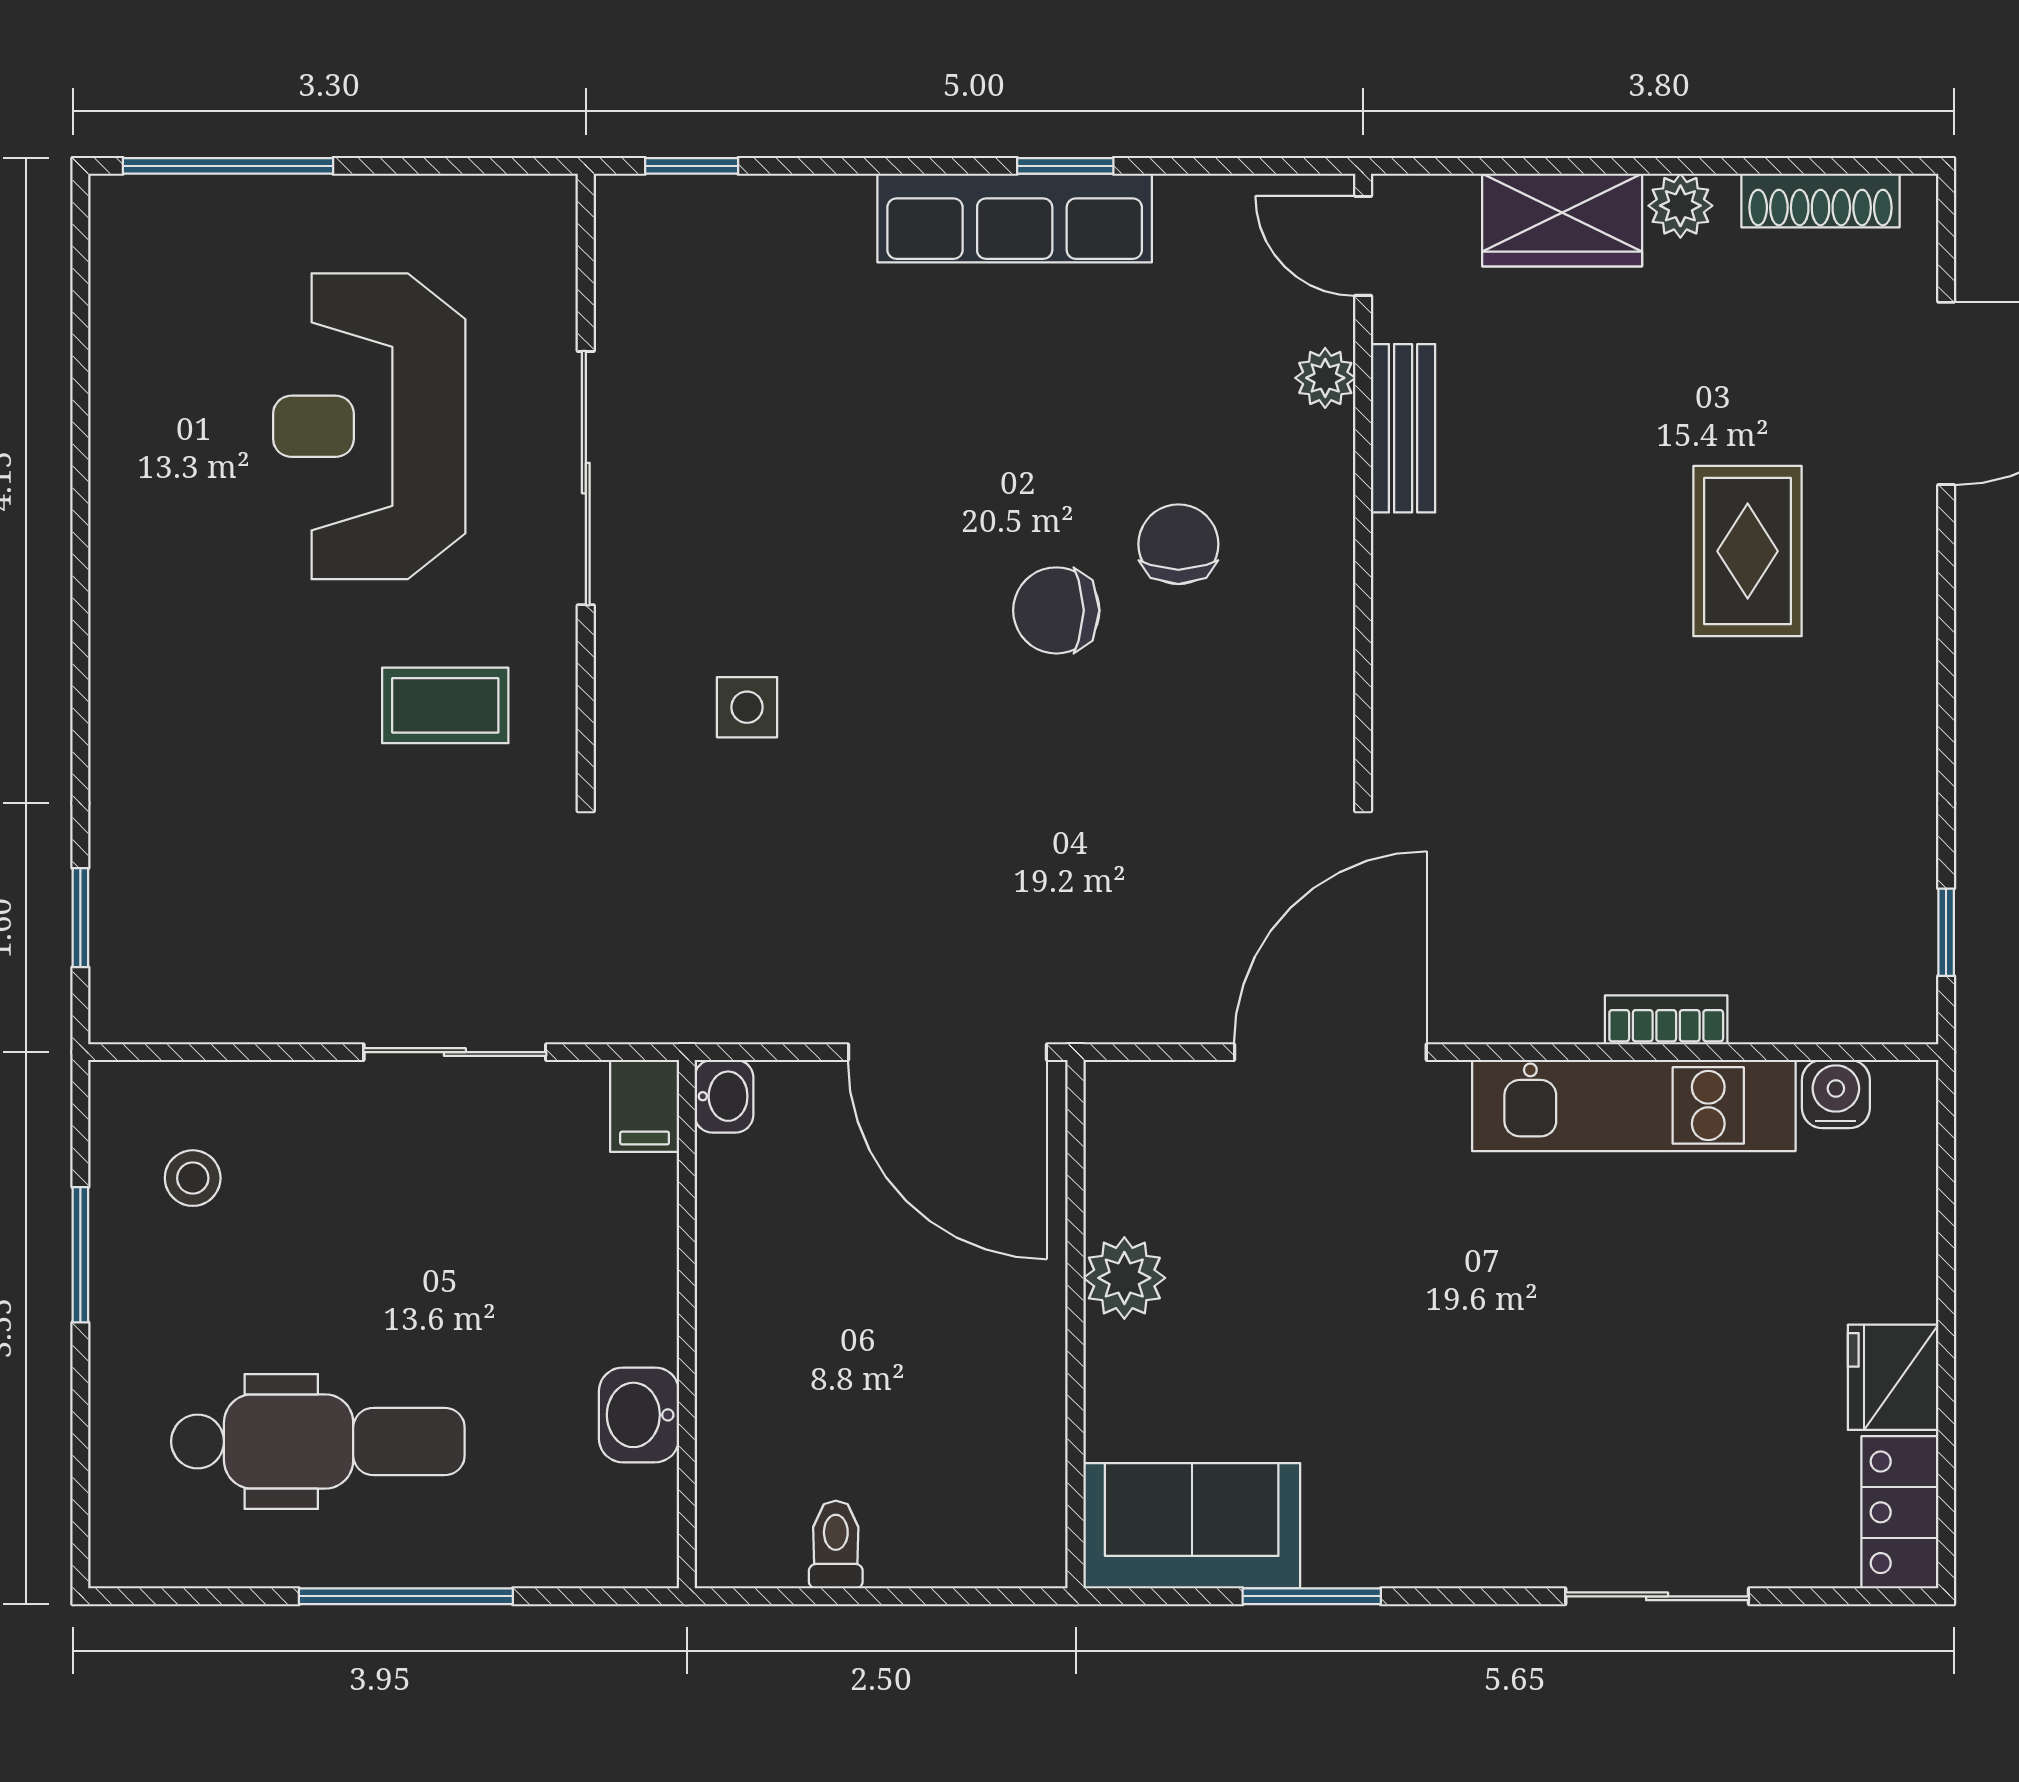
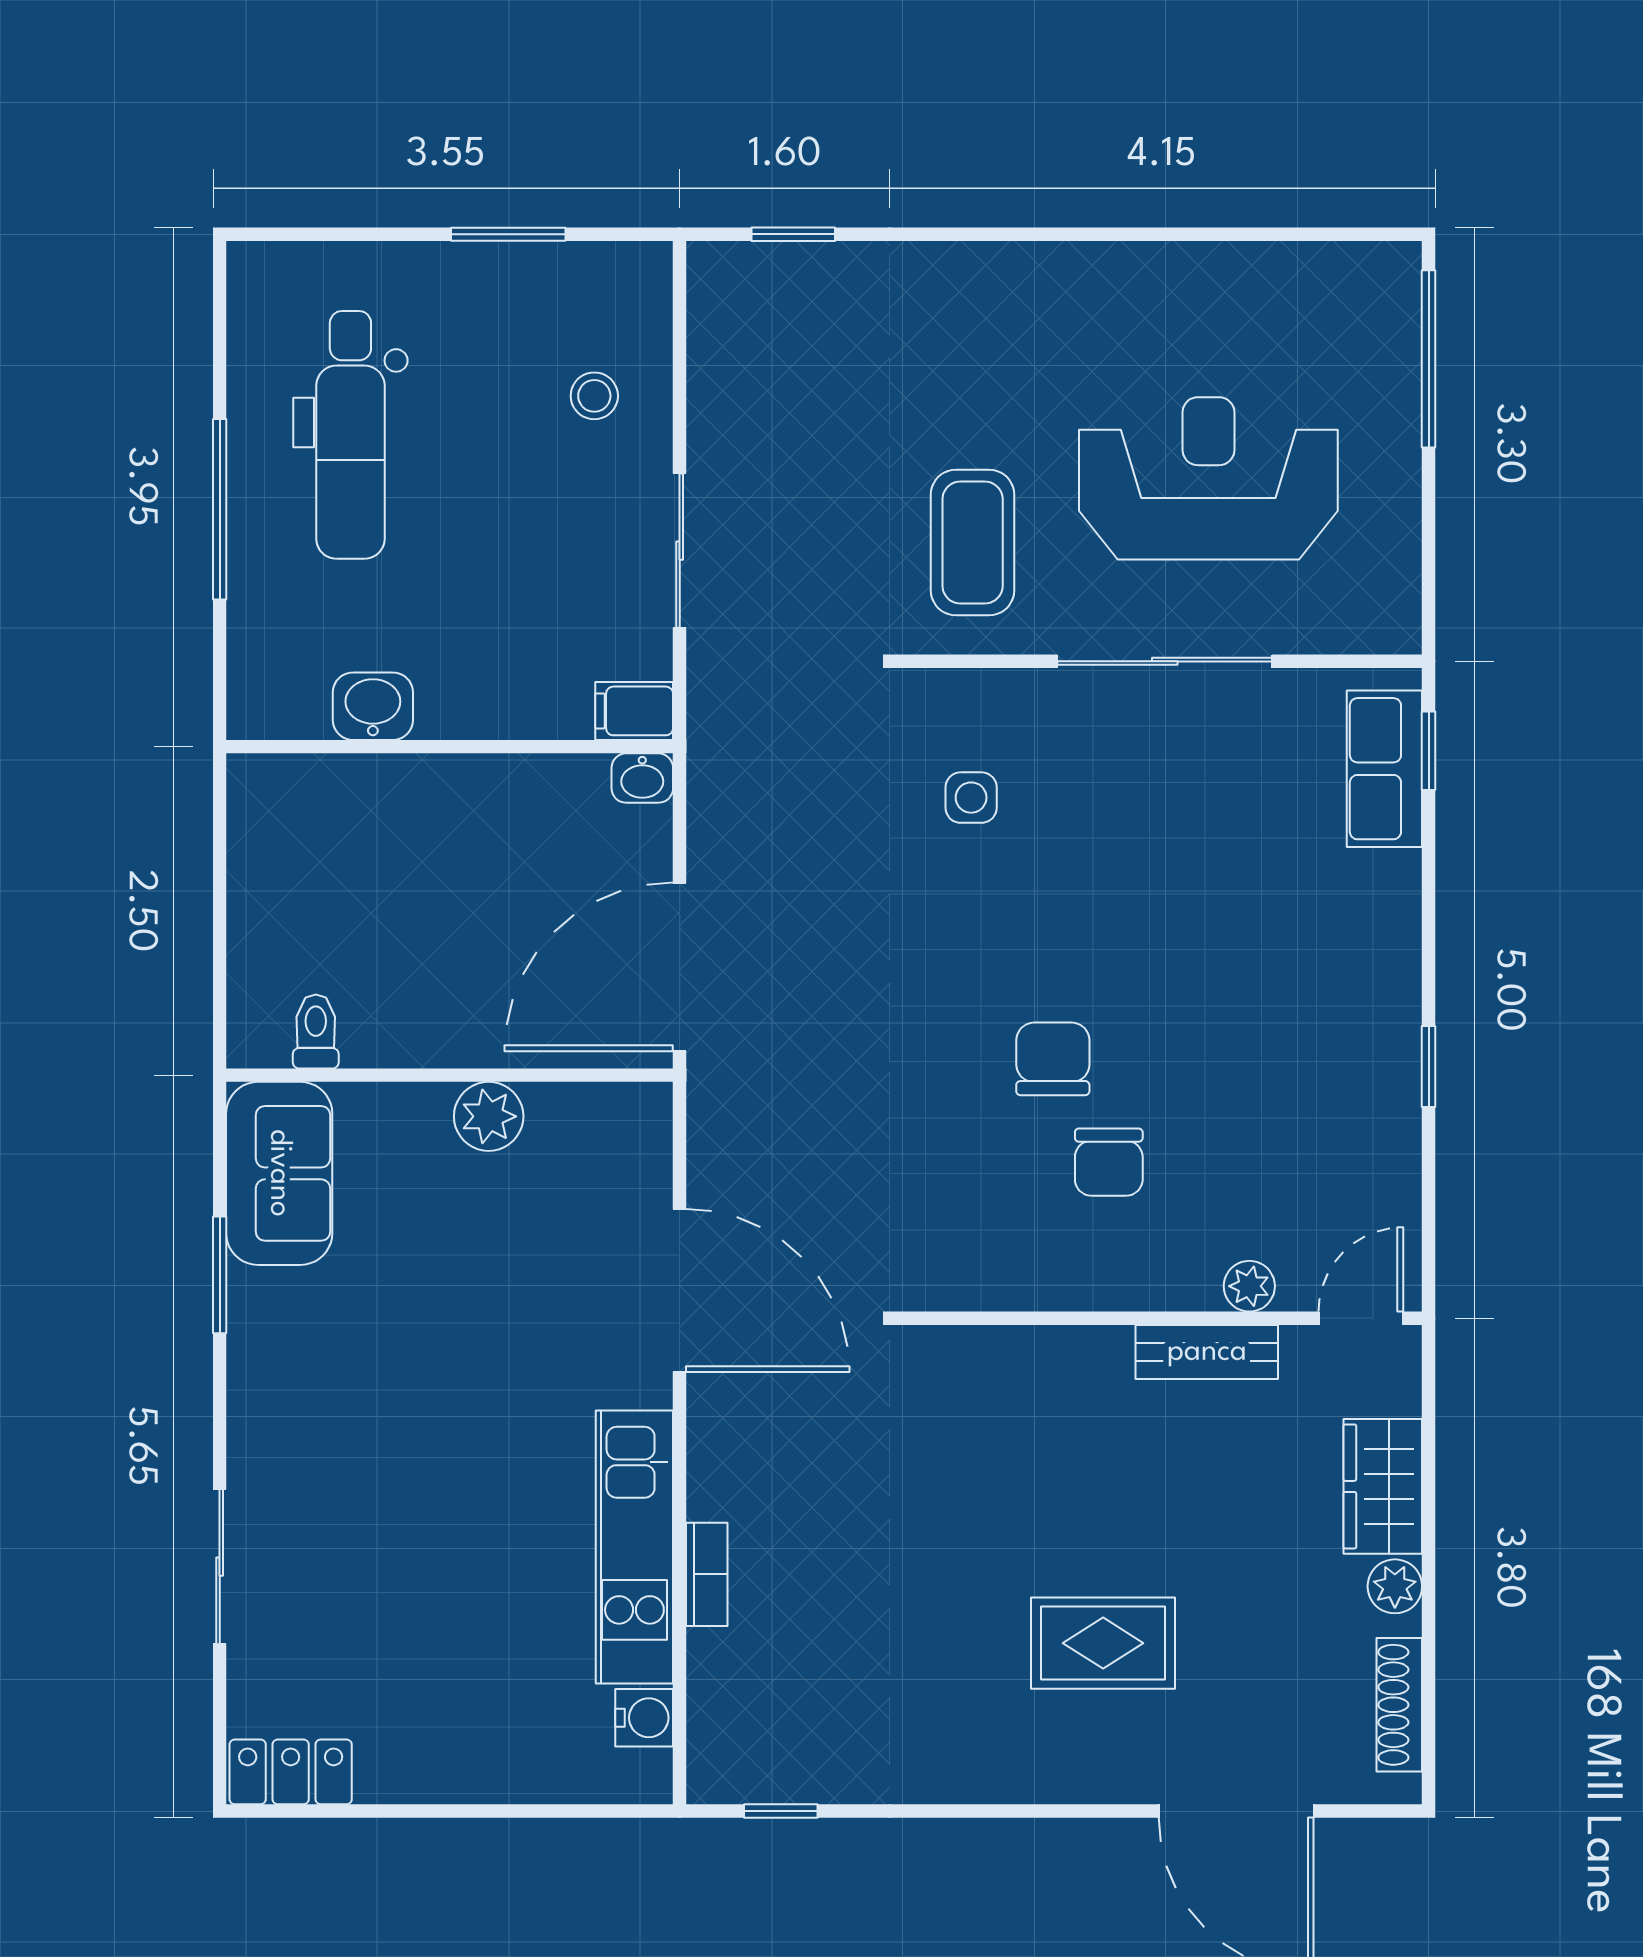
row of seats: (1015, 218) -> (1384, 769), moved, width x0.68
chair: (1178, 544) -> (1109, 1162), turned 90
coffee table: (445, 705) -> (973, 543), width x1.36, depth x1.30
stool: (193, 1178) -> (594, 396), moved
fridge: (1893, 1377) -> (405, 1766), removed
toilet: (836, 1545) -> (316, 1032), moved, turned -90

